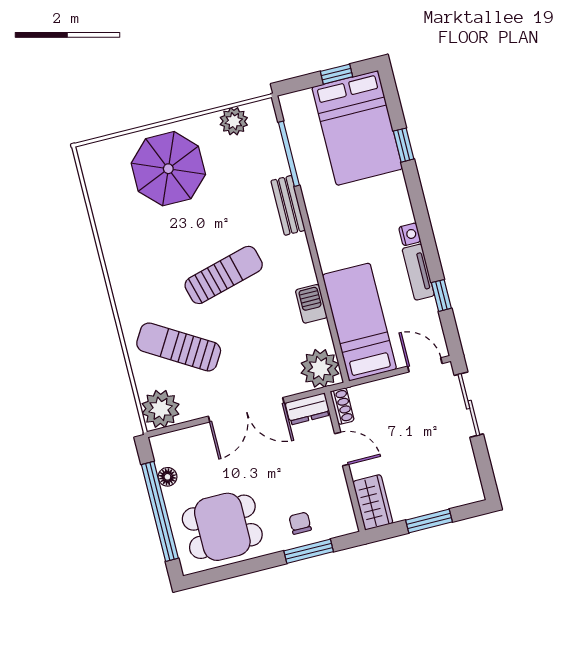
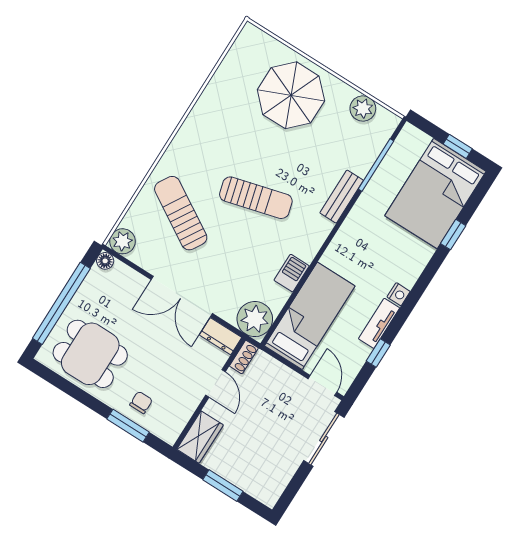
plant: (161, 409) -> (123, 241), width x0.73, depth x0.73
floor lamp: (167, 477) -> (105, 261), moved

